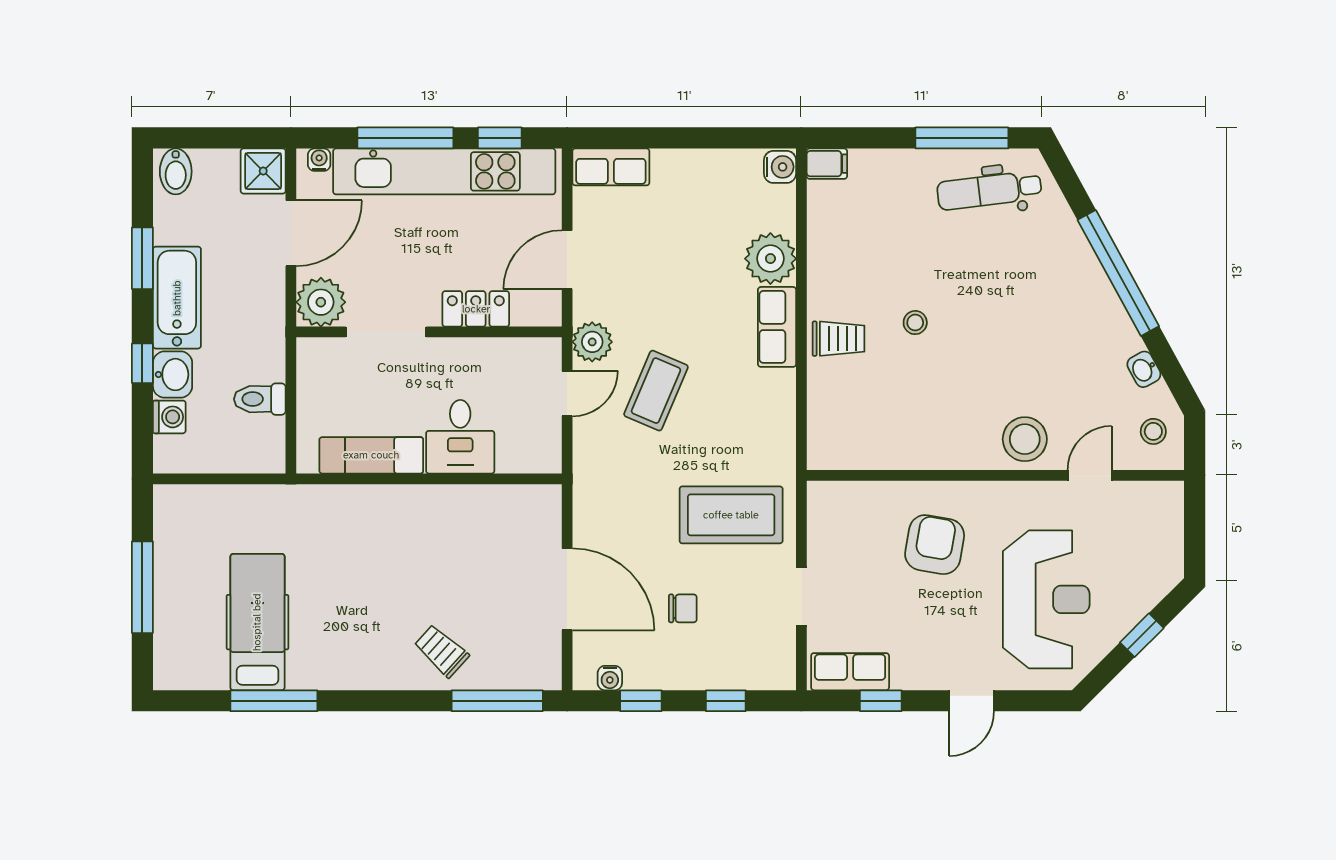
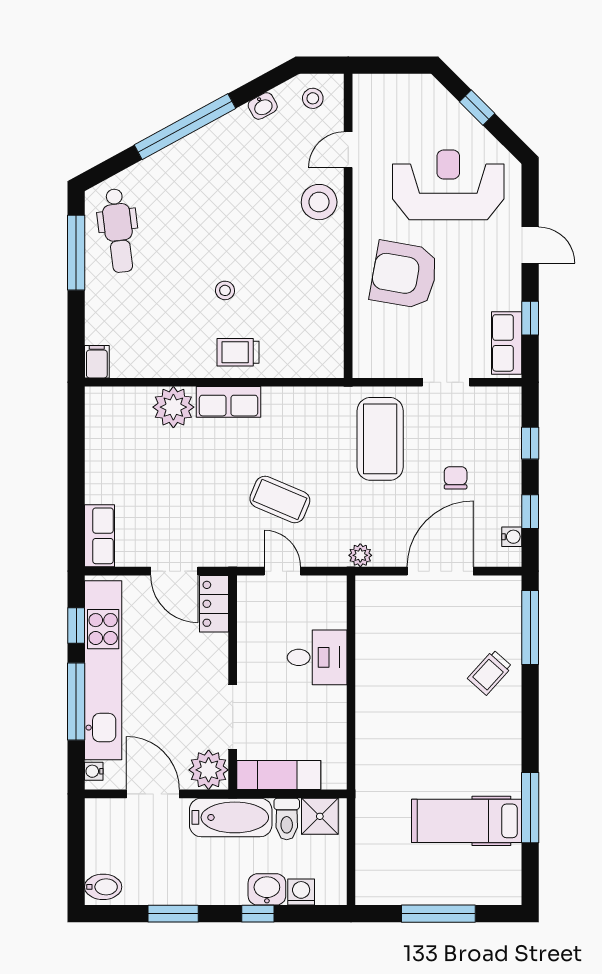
water cooler: (780, 167) -> (99, 399), removed
shower: (263, 171) -> (320, 816), moved
bathtub: (177, 298) -> (231, 817), moved, turned 180
locker: (476, 309) -> (214, 604), moved
trolley: (838, 339) -> (238, 352), turned -90
plant: (592, 342) -> (360, 555), moved, width x0.73, depth x0.73
exam couch: (371, 455) -> (279, 775), moved, turned 90
door: (1090, 475) -> (348, 150), hinge flipped
armchair: (935, 545) -> (404, 275), width x1.36, depth x1.36

